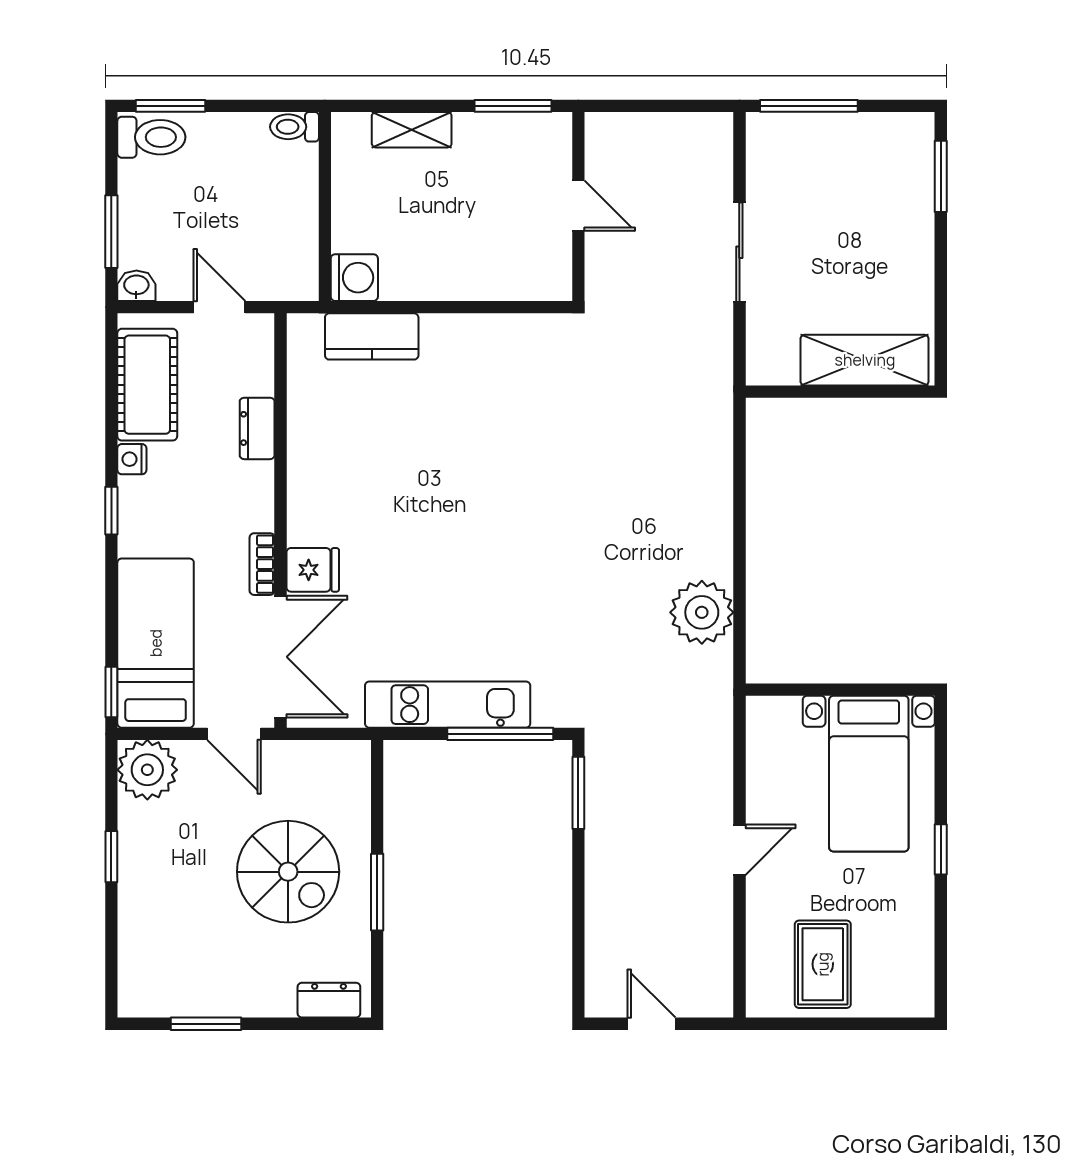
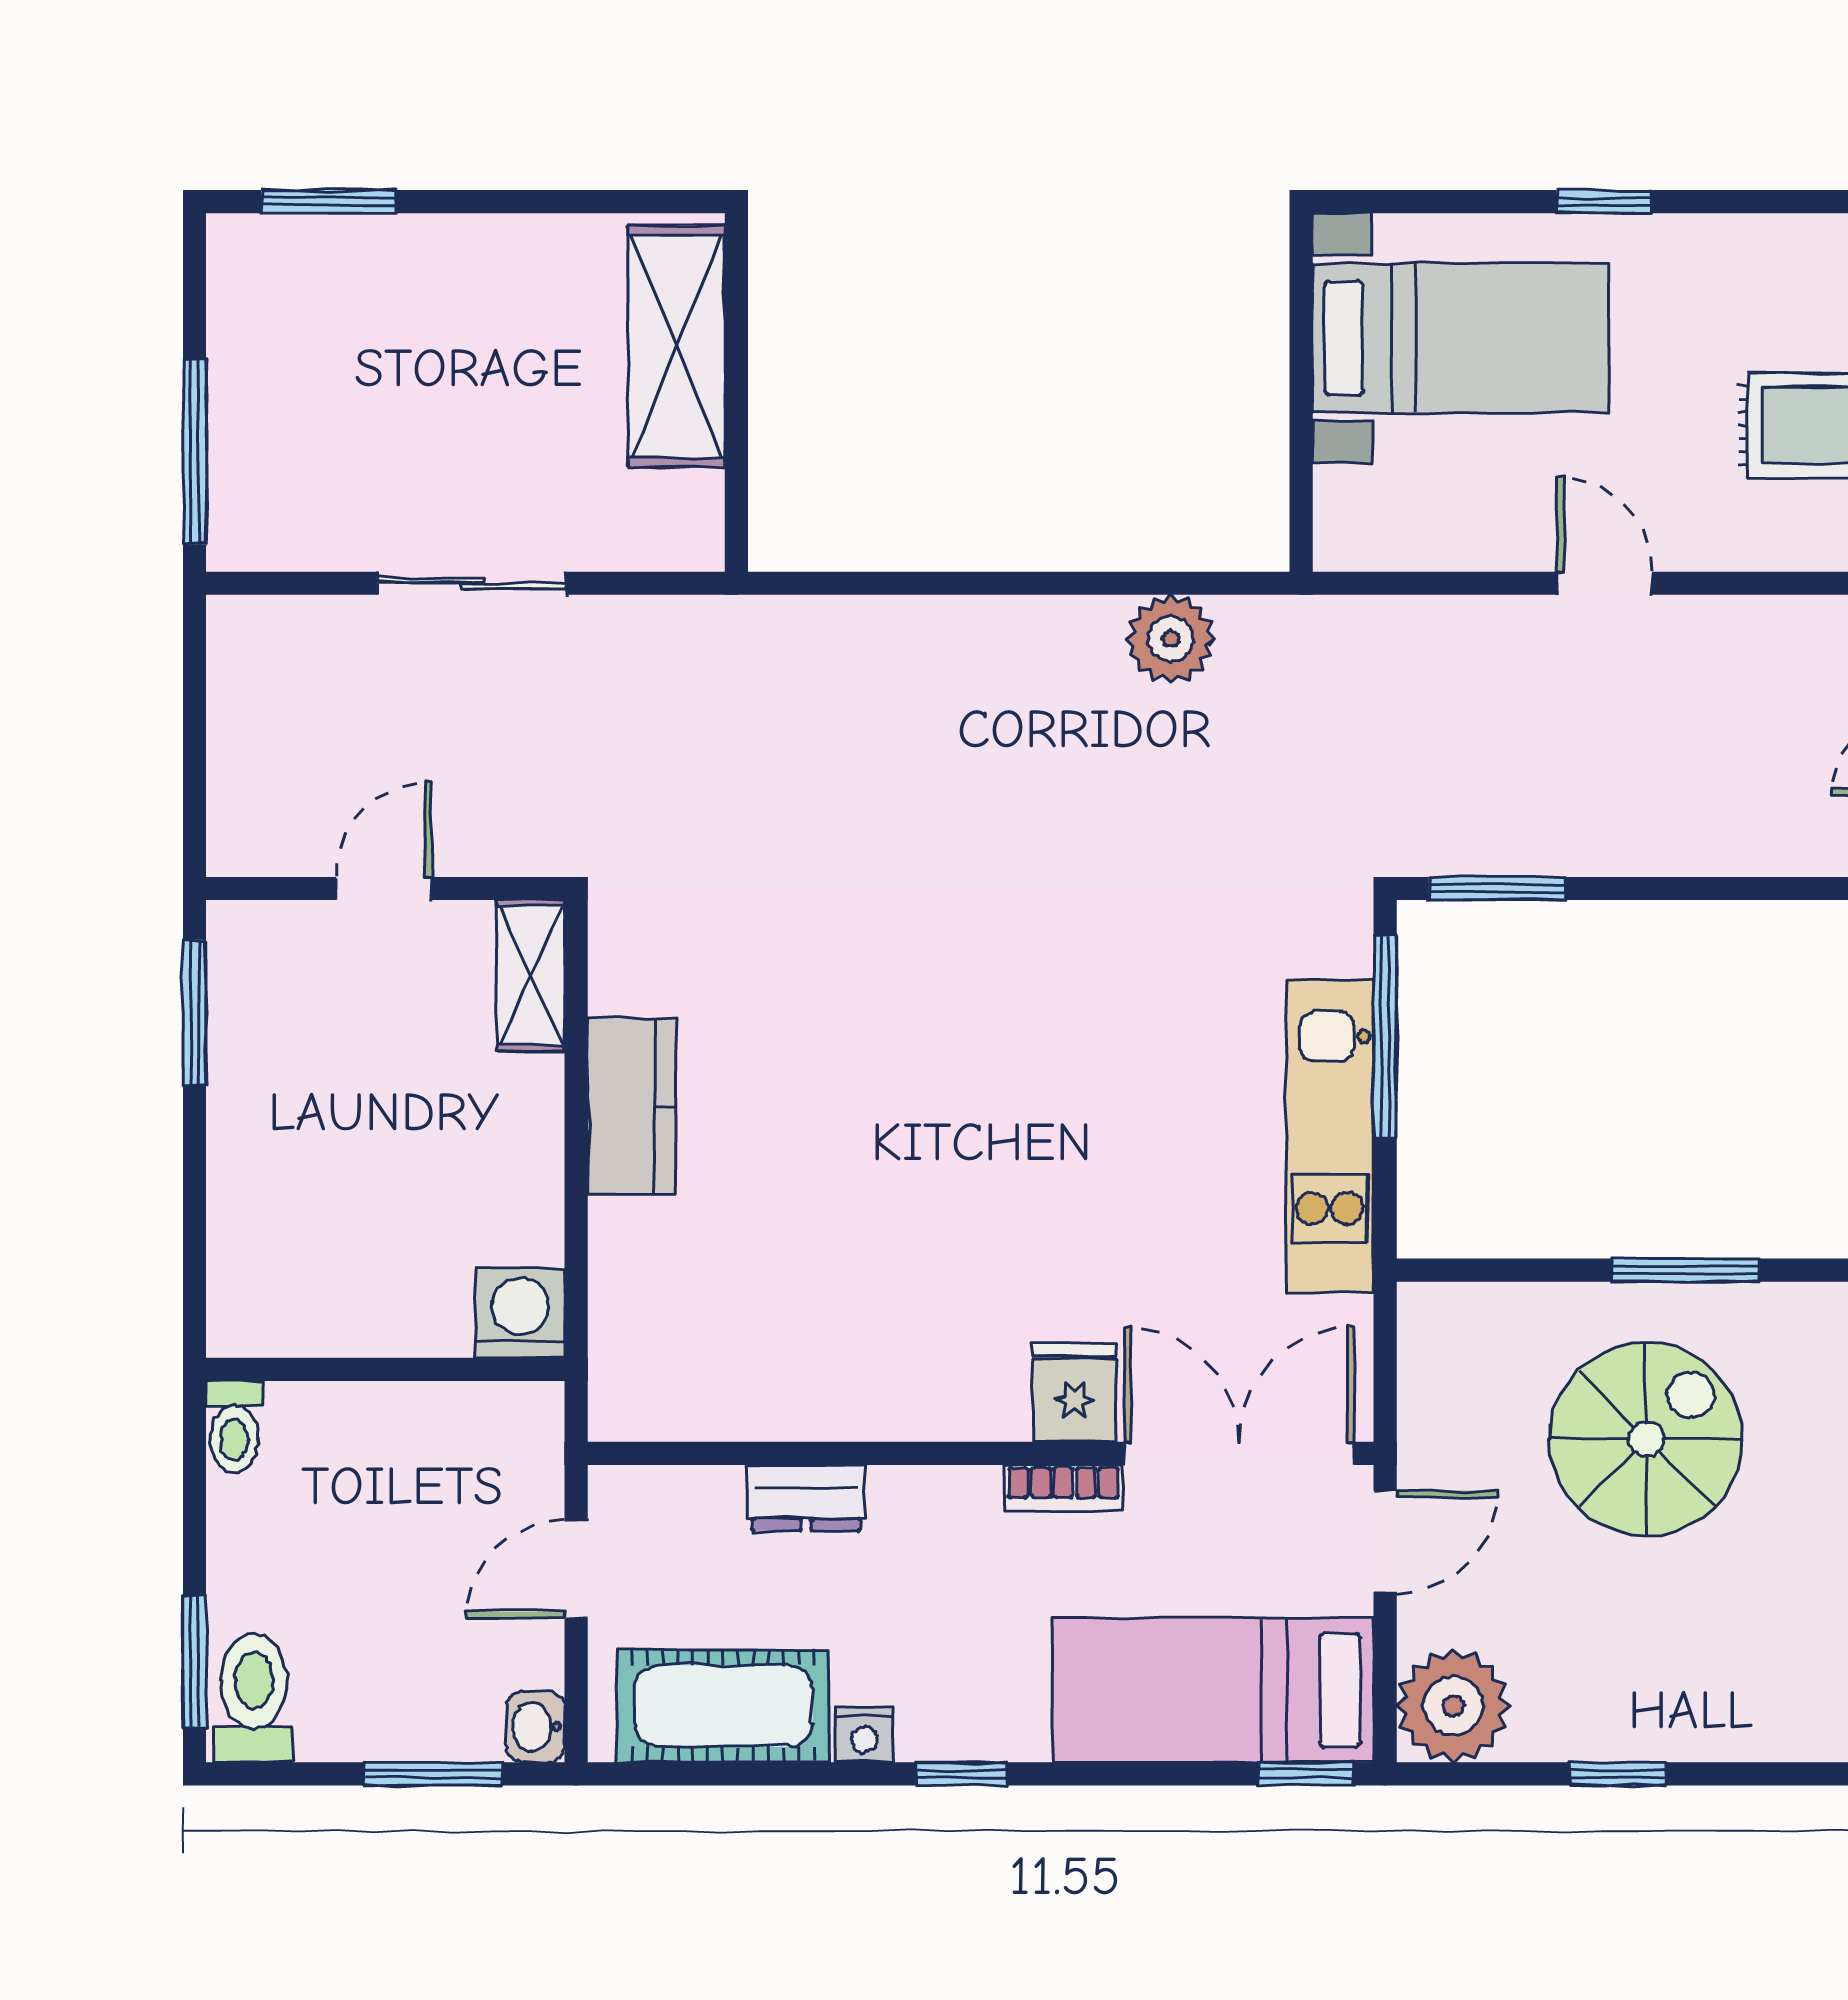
shelving: (412, 130) -> (531, 975), moved
kitchen counter: (372, 336) -> (632, 1106), moved
plant: (702, 612) -> (1171, 639), width x0.73, depth x0.73

